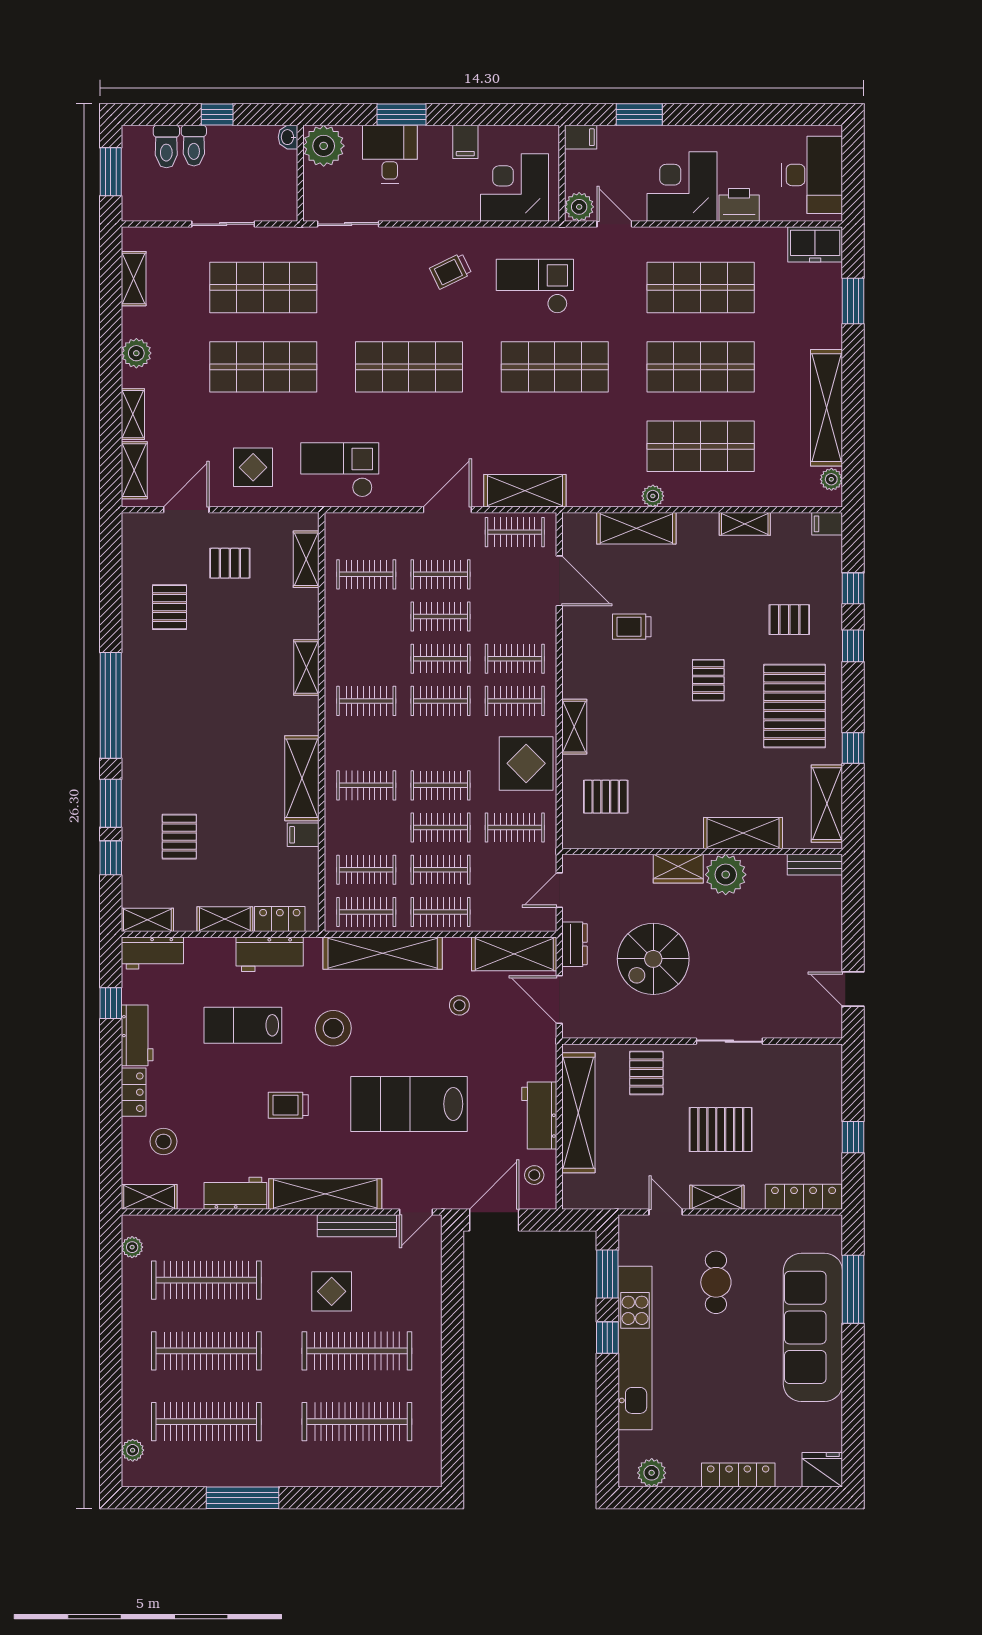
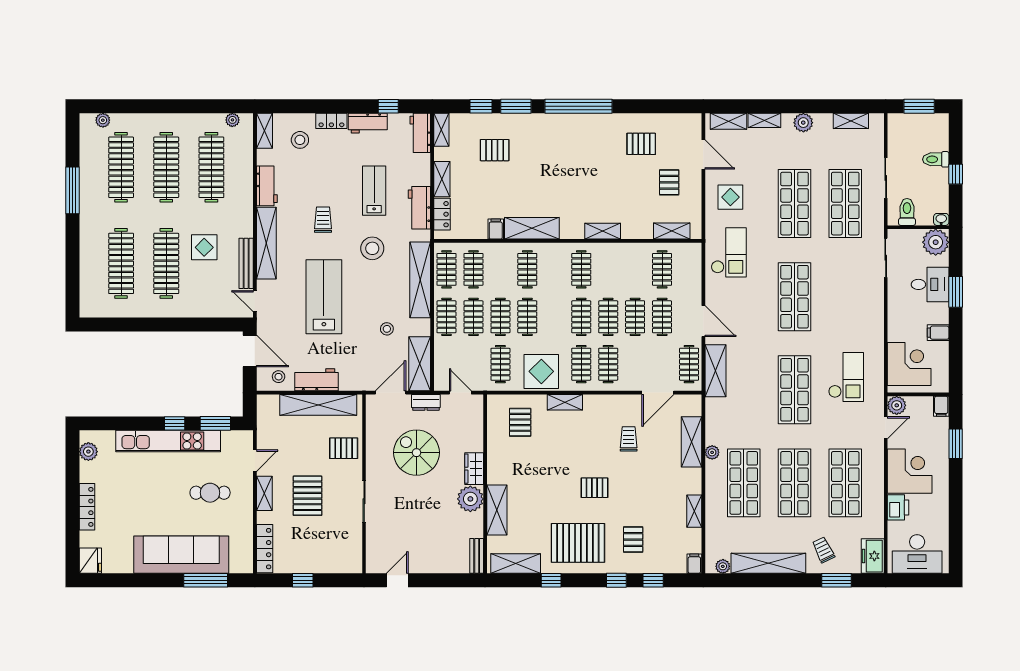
toilet: (166, 147) -> (907, 212), moved, turned 90
trolley: (451, 271) -> (823, 550), moved

